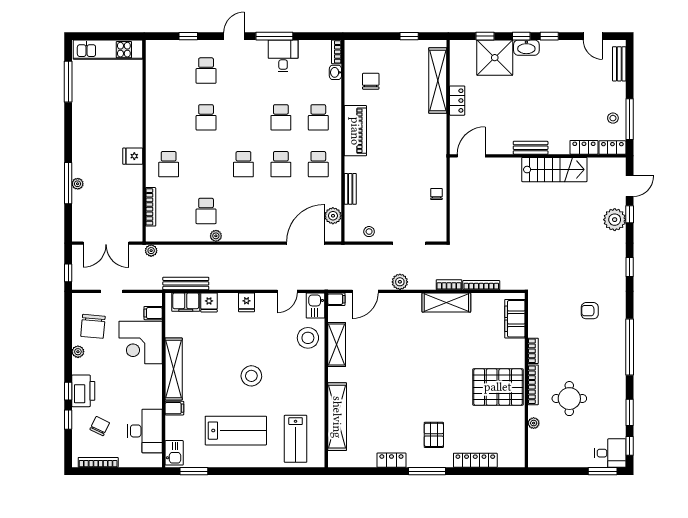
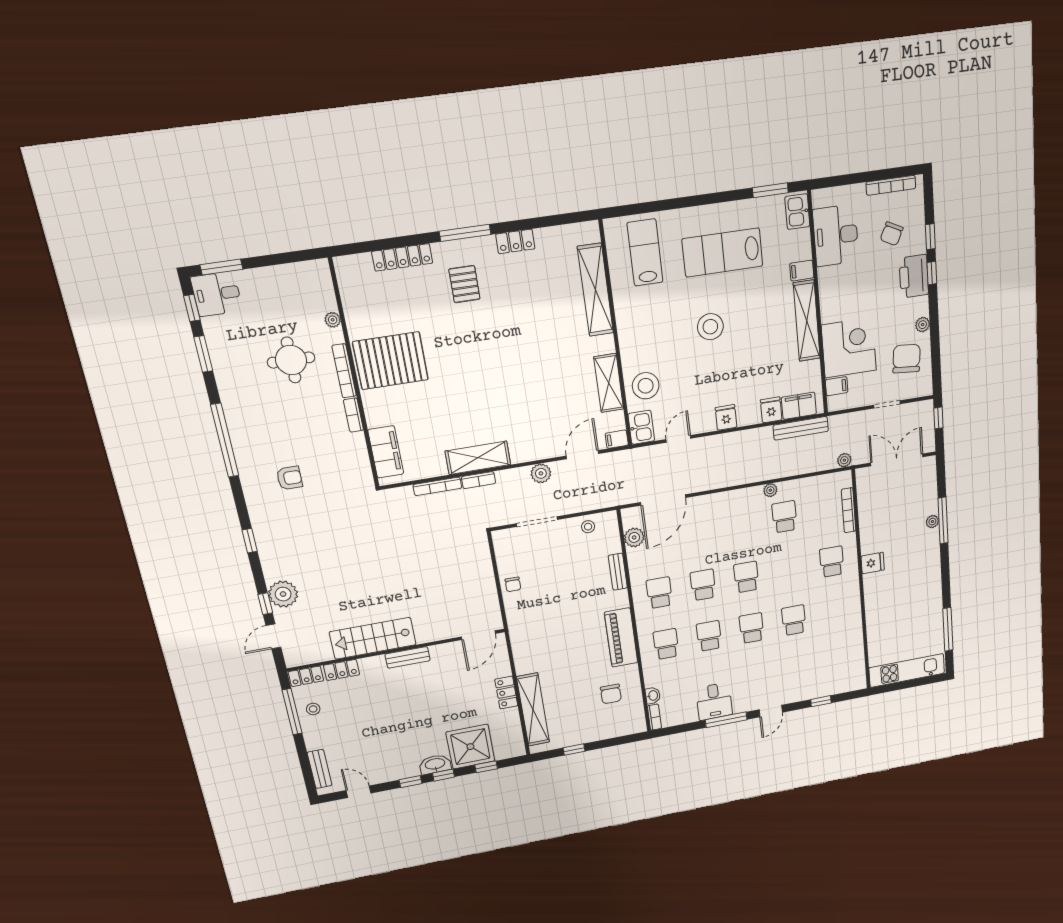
school desk: (206, 71) -> (752, 628), moved

